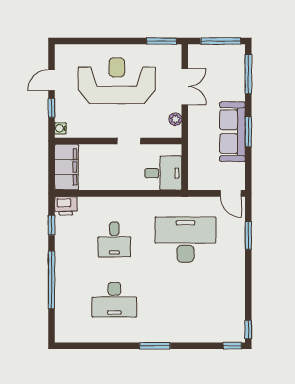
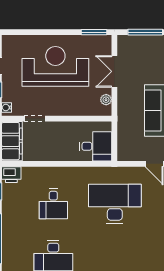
double door: (185, 87) -> (114, 71), swing flipped
doorway: (129, 141) -> (35, 119), moved

